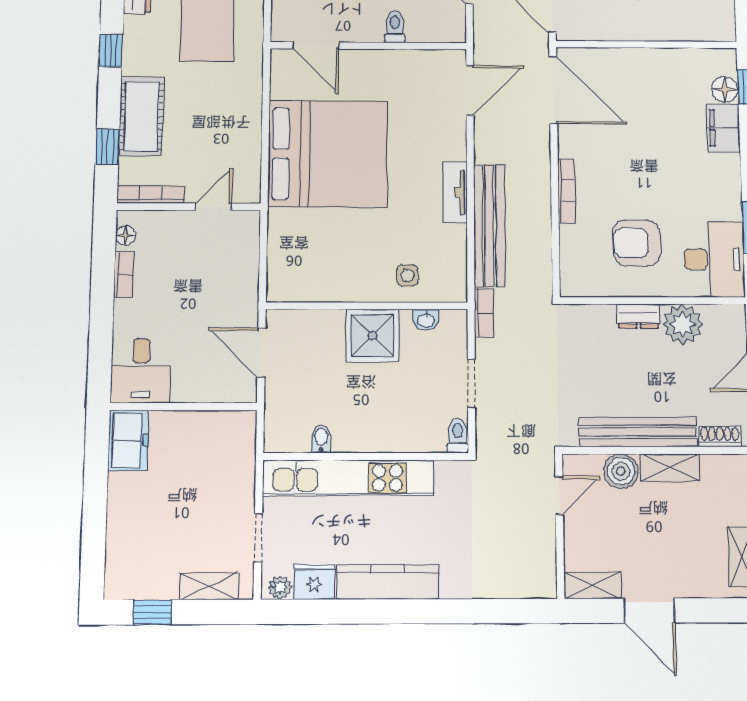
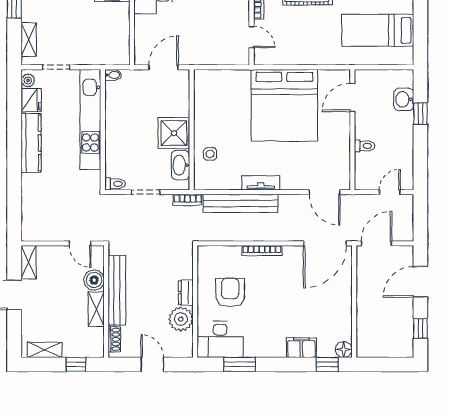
floor lamp: (725, 89) -> (344, 349), moved
washbasin: (426, 320) -> (180, 165), width x1.91, depth x1.45
bidet: (321, 439) -> (113, 75), moved

